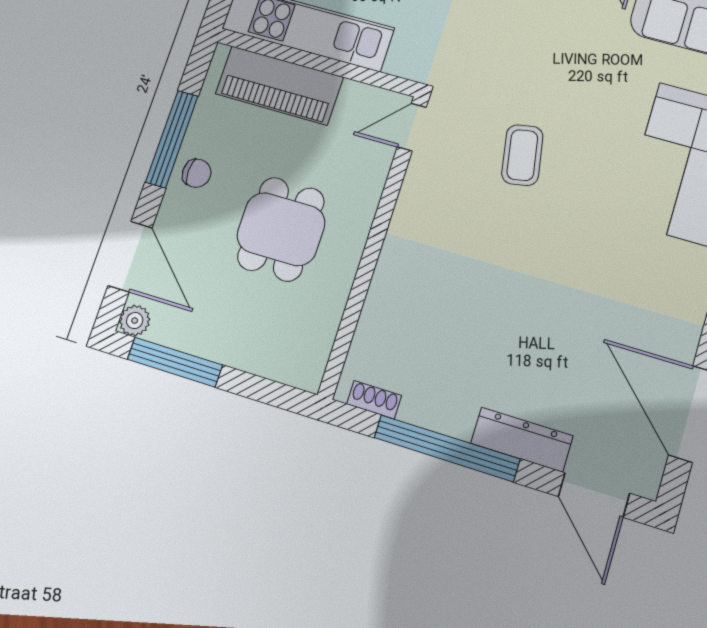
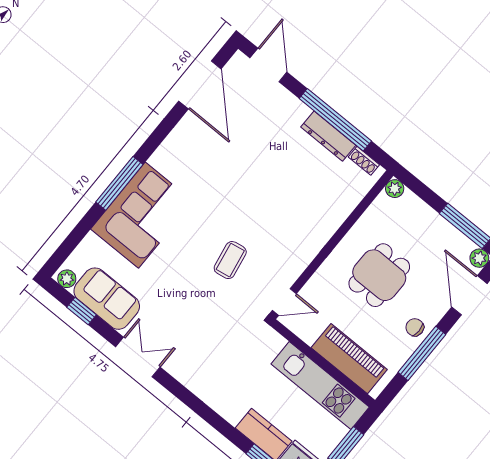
plant: (308, 375) -> (395, 189), added
dresser: (522, 440) -> (328, 136), moved

